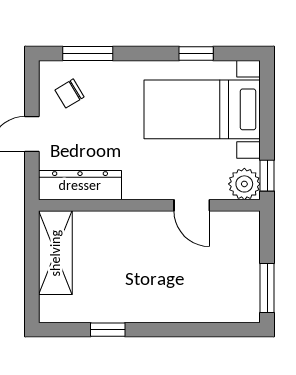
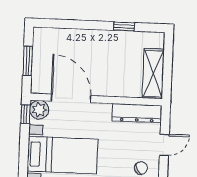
door: (192, 205) -> (71, 98), width x1.88
window: (267, 288) -> (28, 61), moved

